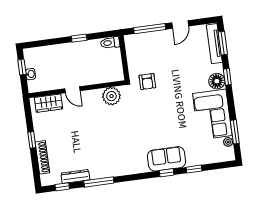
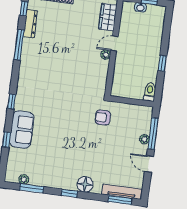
plant: (157, 35) -> (144, 139), added
window: (227, 77) -> (69, 193), moved
plant: (111, 96) -> (106, 55), moved, width x0.53, depth x0.53
corner sofa: (212, 114) -> (54, 171), removed
sofa: (166, 159) -> (22, 129), moved
window: (167, 173) -> (12, 101), moved

